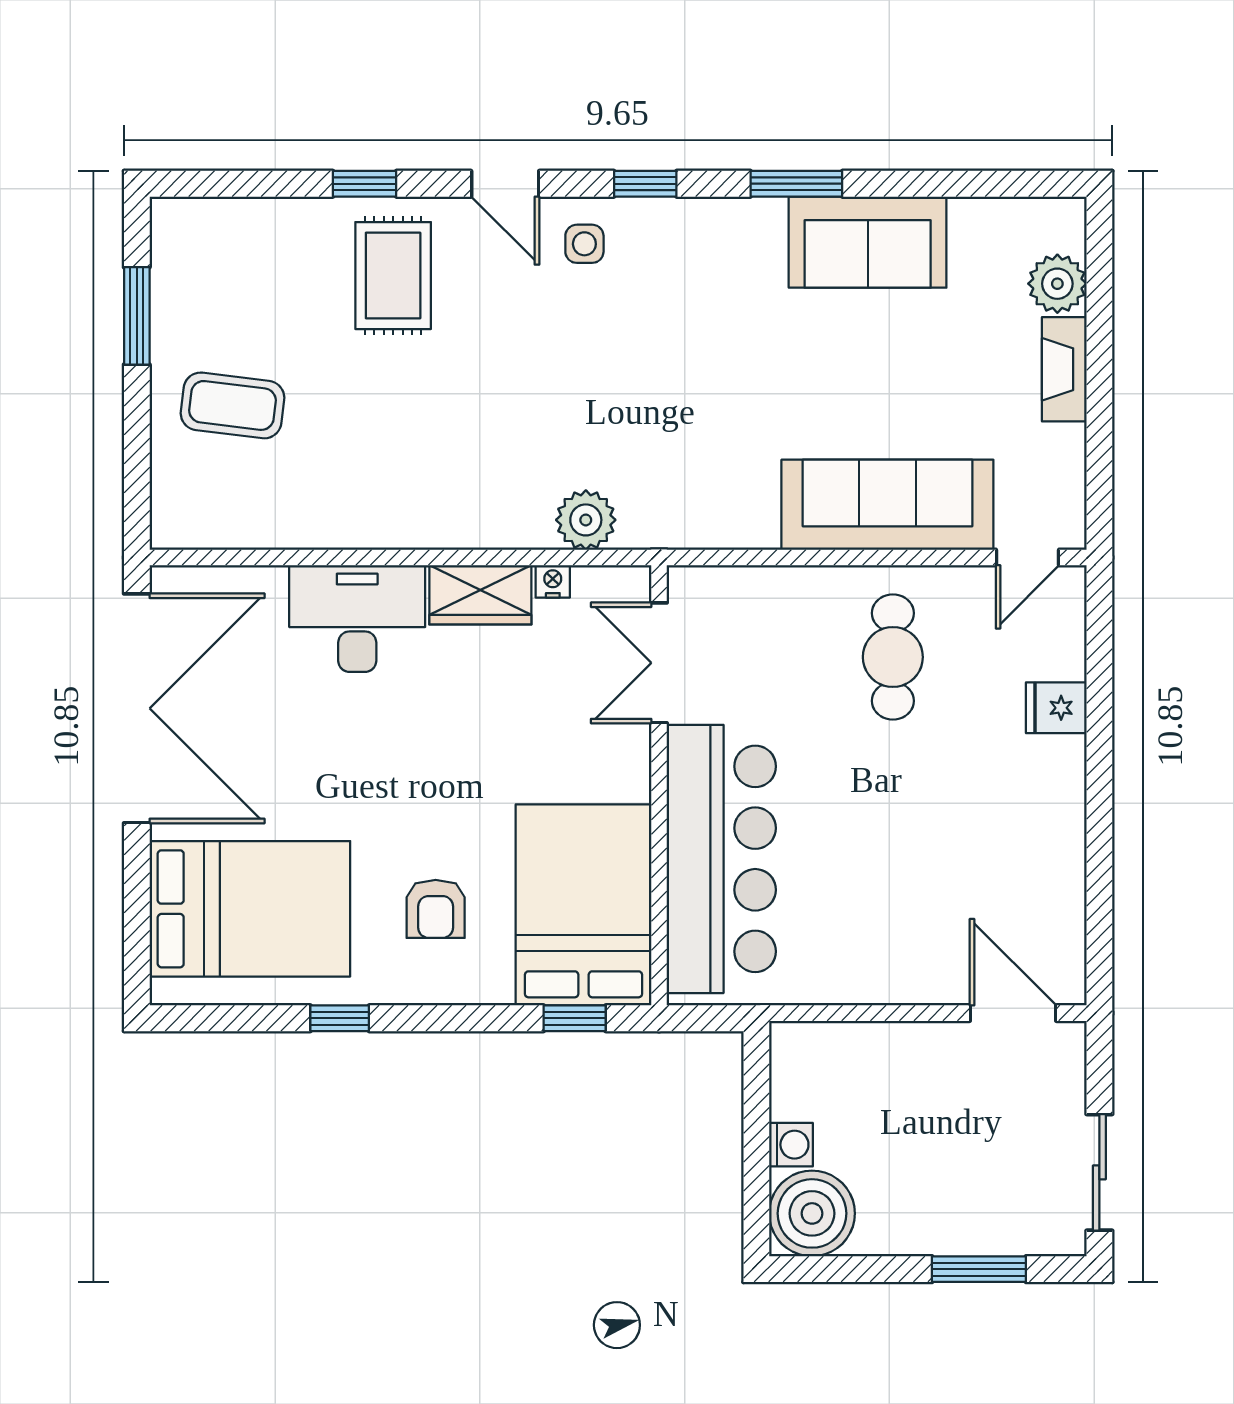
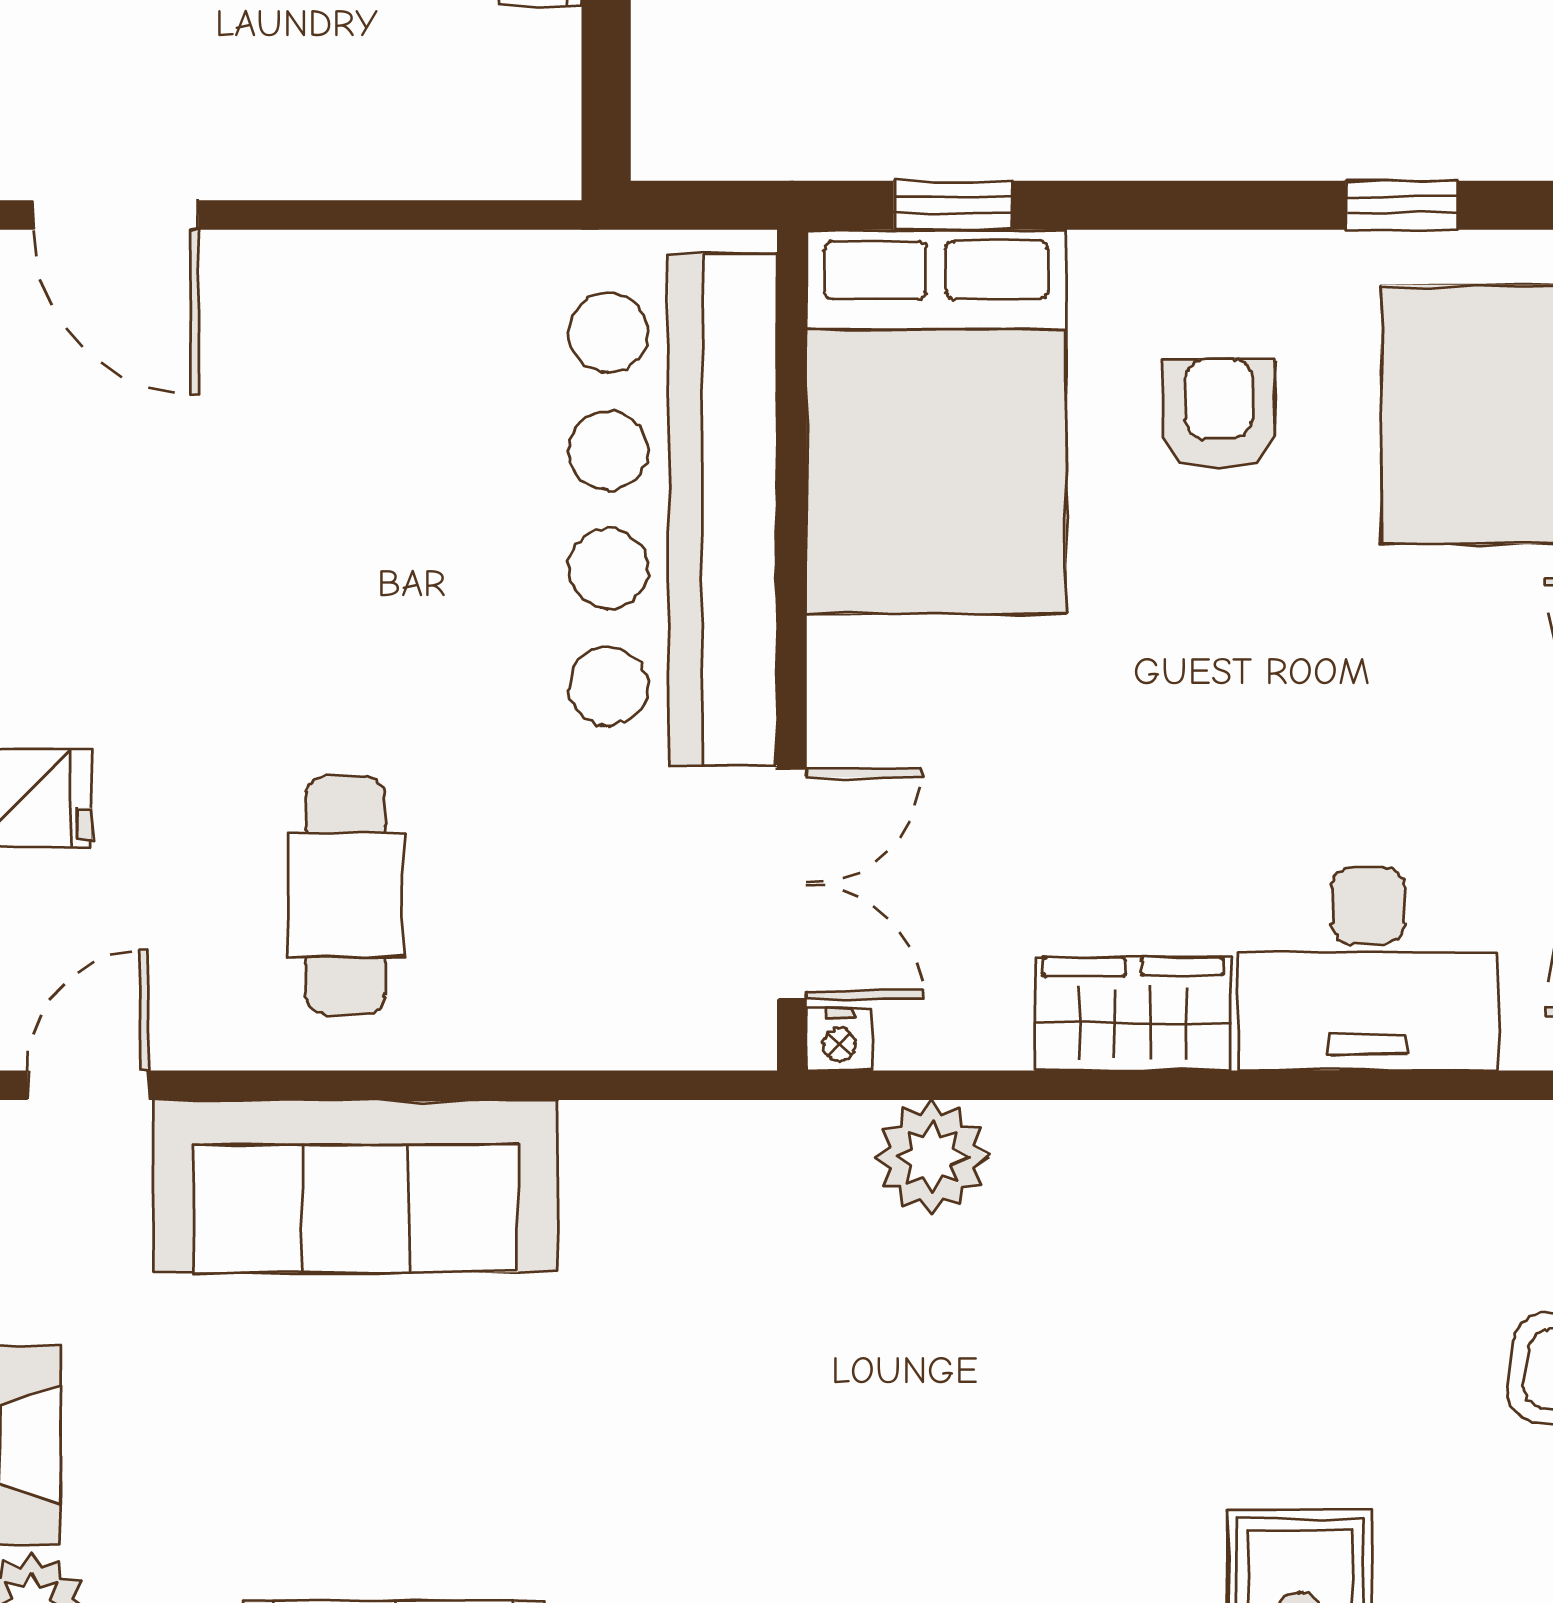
nightstand: (553, 581) -> (839, 1040), moved

